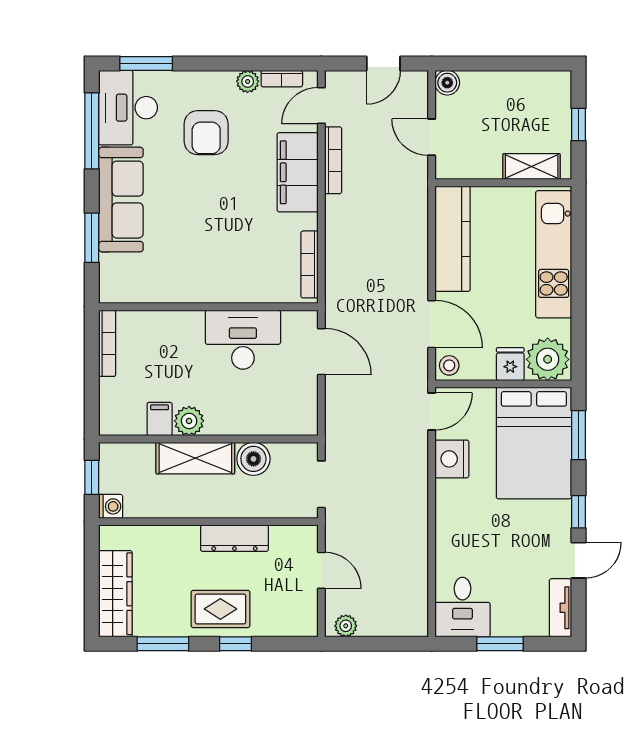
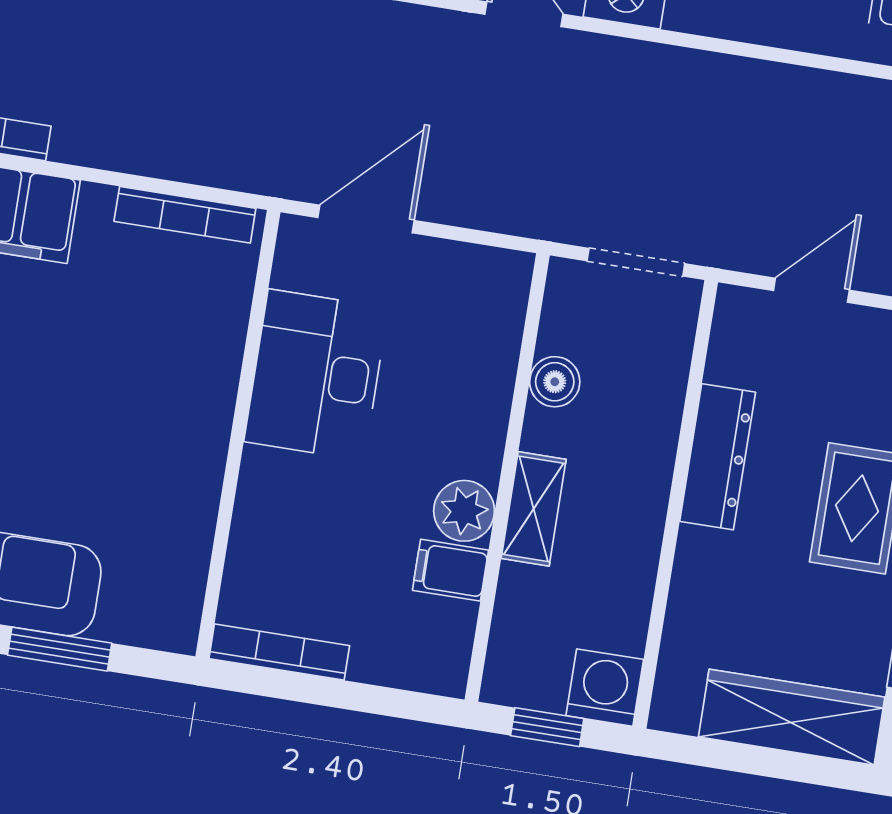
shelving: (195, 458) -> (534, 509), width x0.67, depth x0.75
boiler: (253, 459) -> (555, 382), width x0.73, depth x0.73
washing machine: (111, 506) -> (605, 688), width x1.38, depth x1.38

